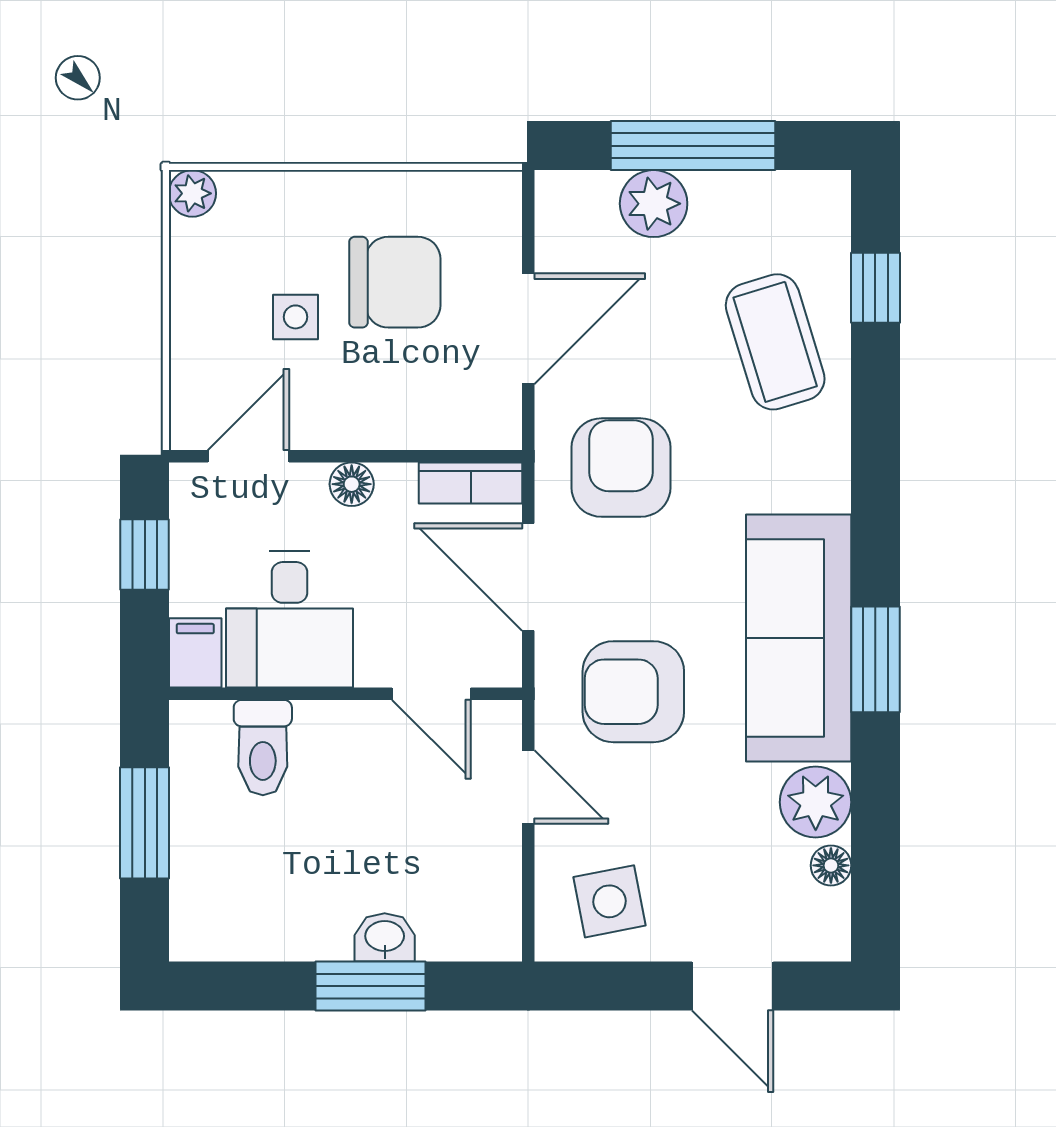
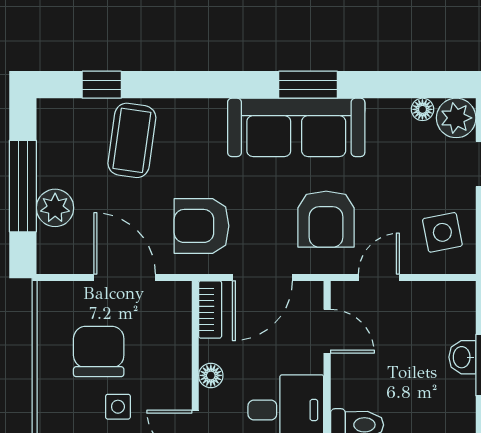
coffee table: (775, 342) -> (132, 140), turned -65
door: (431, 694) -> (327, 331), hinge flipped
plant: (816, 802) -> (456, 118), moved

